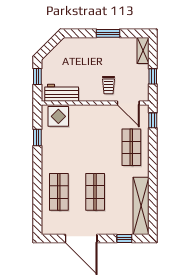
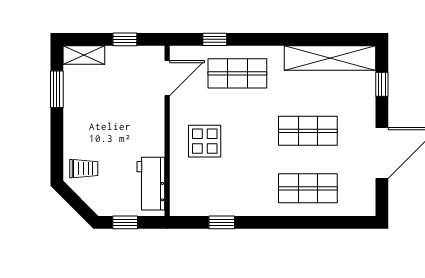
window: (108, 33) -> (57, 89), moved
trolley: (108, 85) -> (84, 169), moved
display table: (58, 116) -> (205, 141), moved
window: (153, 120) -> (215, 39), moved

